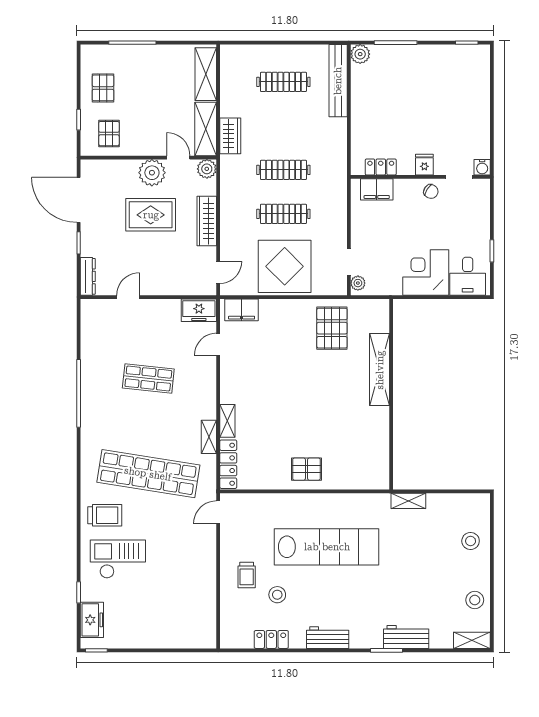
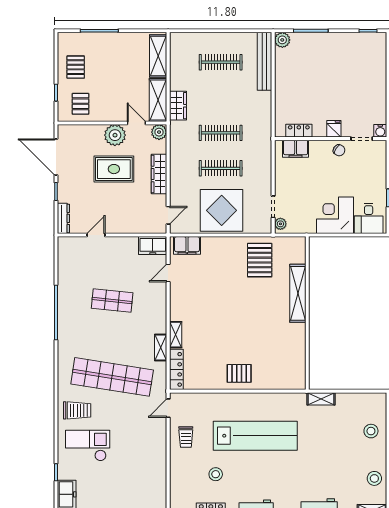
trolley: (247, 575) -> (186, 437), moved

